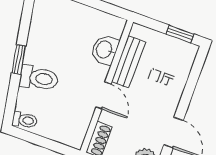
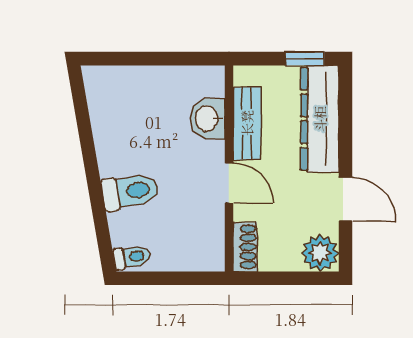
window: (19, 59) -> (93, 175), removed
dresser: (176, 76) -> (320, 119), added

